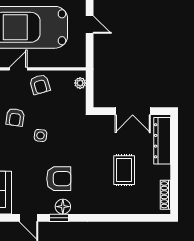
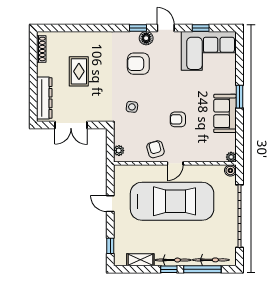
double door: (133, 111) -> (71, 125), swing flipped
armchair: (15, 117) -> (178, 119), turned -98
side table: (40, 135) -> (132, 107), moved
floor lamp: (63, 207) -> (146, 38), moved

